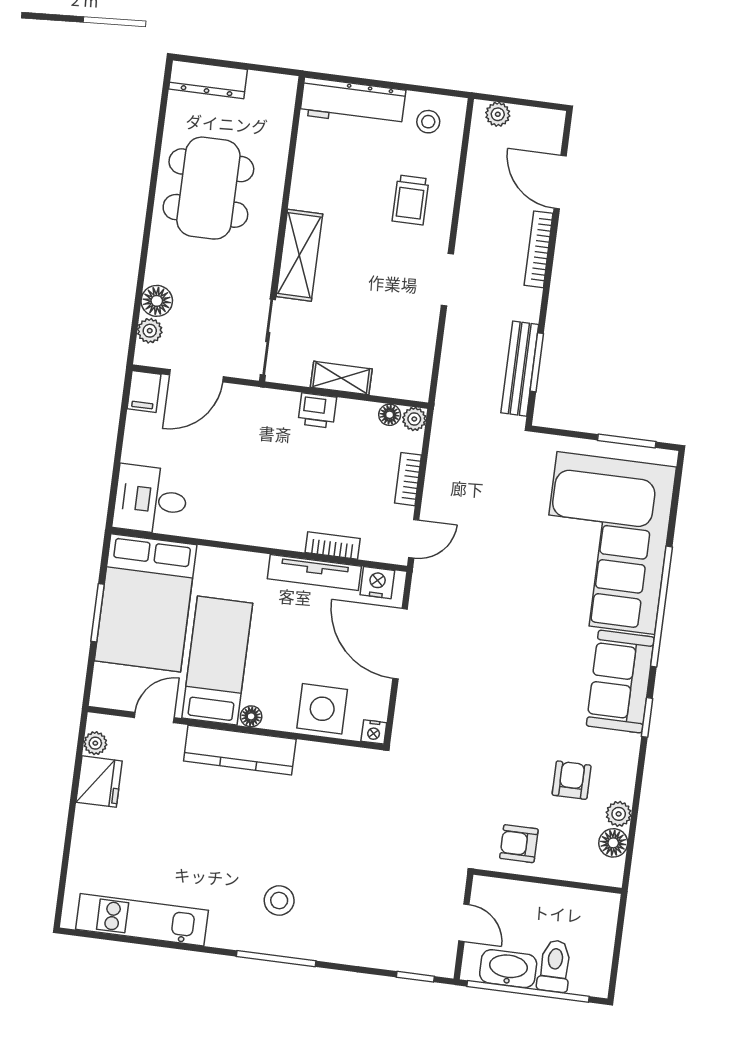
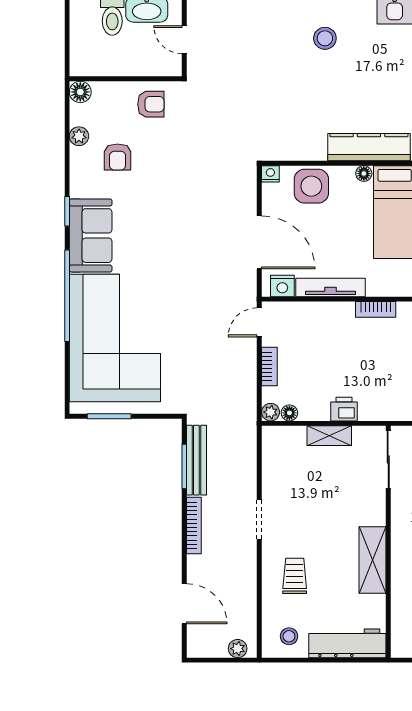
bookcase: (539, 249) -> (194, 525), moved
shelving: (299, 255) -> (373, 560), moved
bookcase: (333, 545) -> (376, 309), moved
floor lamp: (613, 843) -> (80, 92), moved

